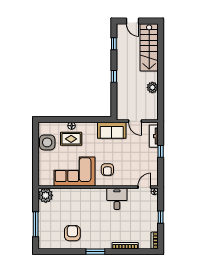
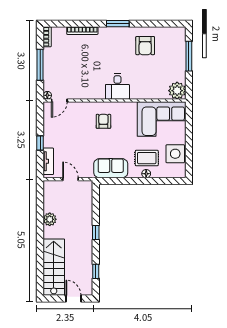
sofa: (112, 130) -> (111, 168), moved
corner sofa: (74, 172) -> (162, 119), moved
desk: (117, 199) -> (117, 86), moved
window: (161, 217) -> (40, 65), width x2.17

